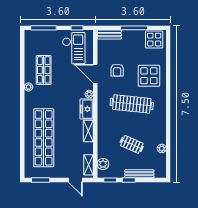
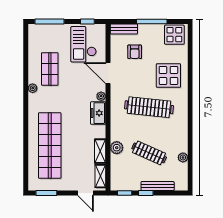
checkout: (74, 48) -> (84, 44), turned 180
armchair: (117, 70) -> (135, 52), moved
shelving: (88, 131) -> (100, 151), moved
clothes rail: (132, 144) -> (149, 153), width x1.36
plant: (103, 164) -> (117, 148), moved

